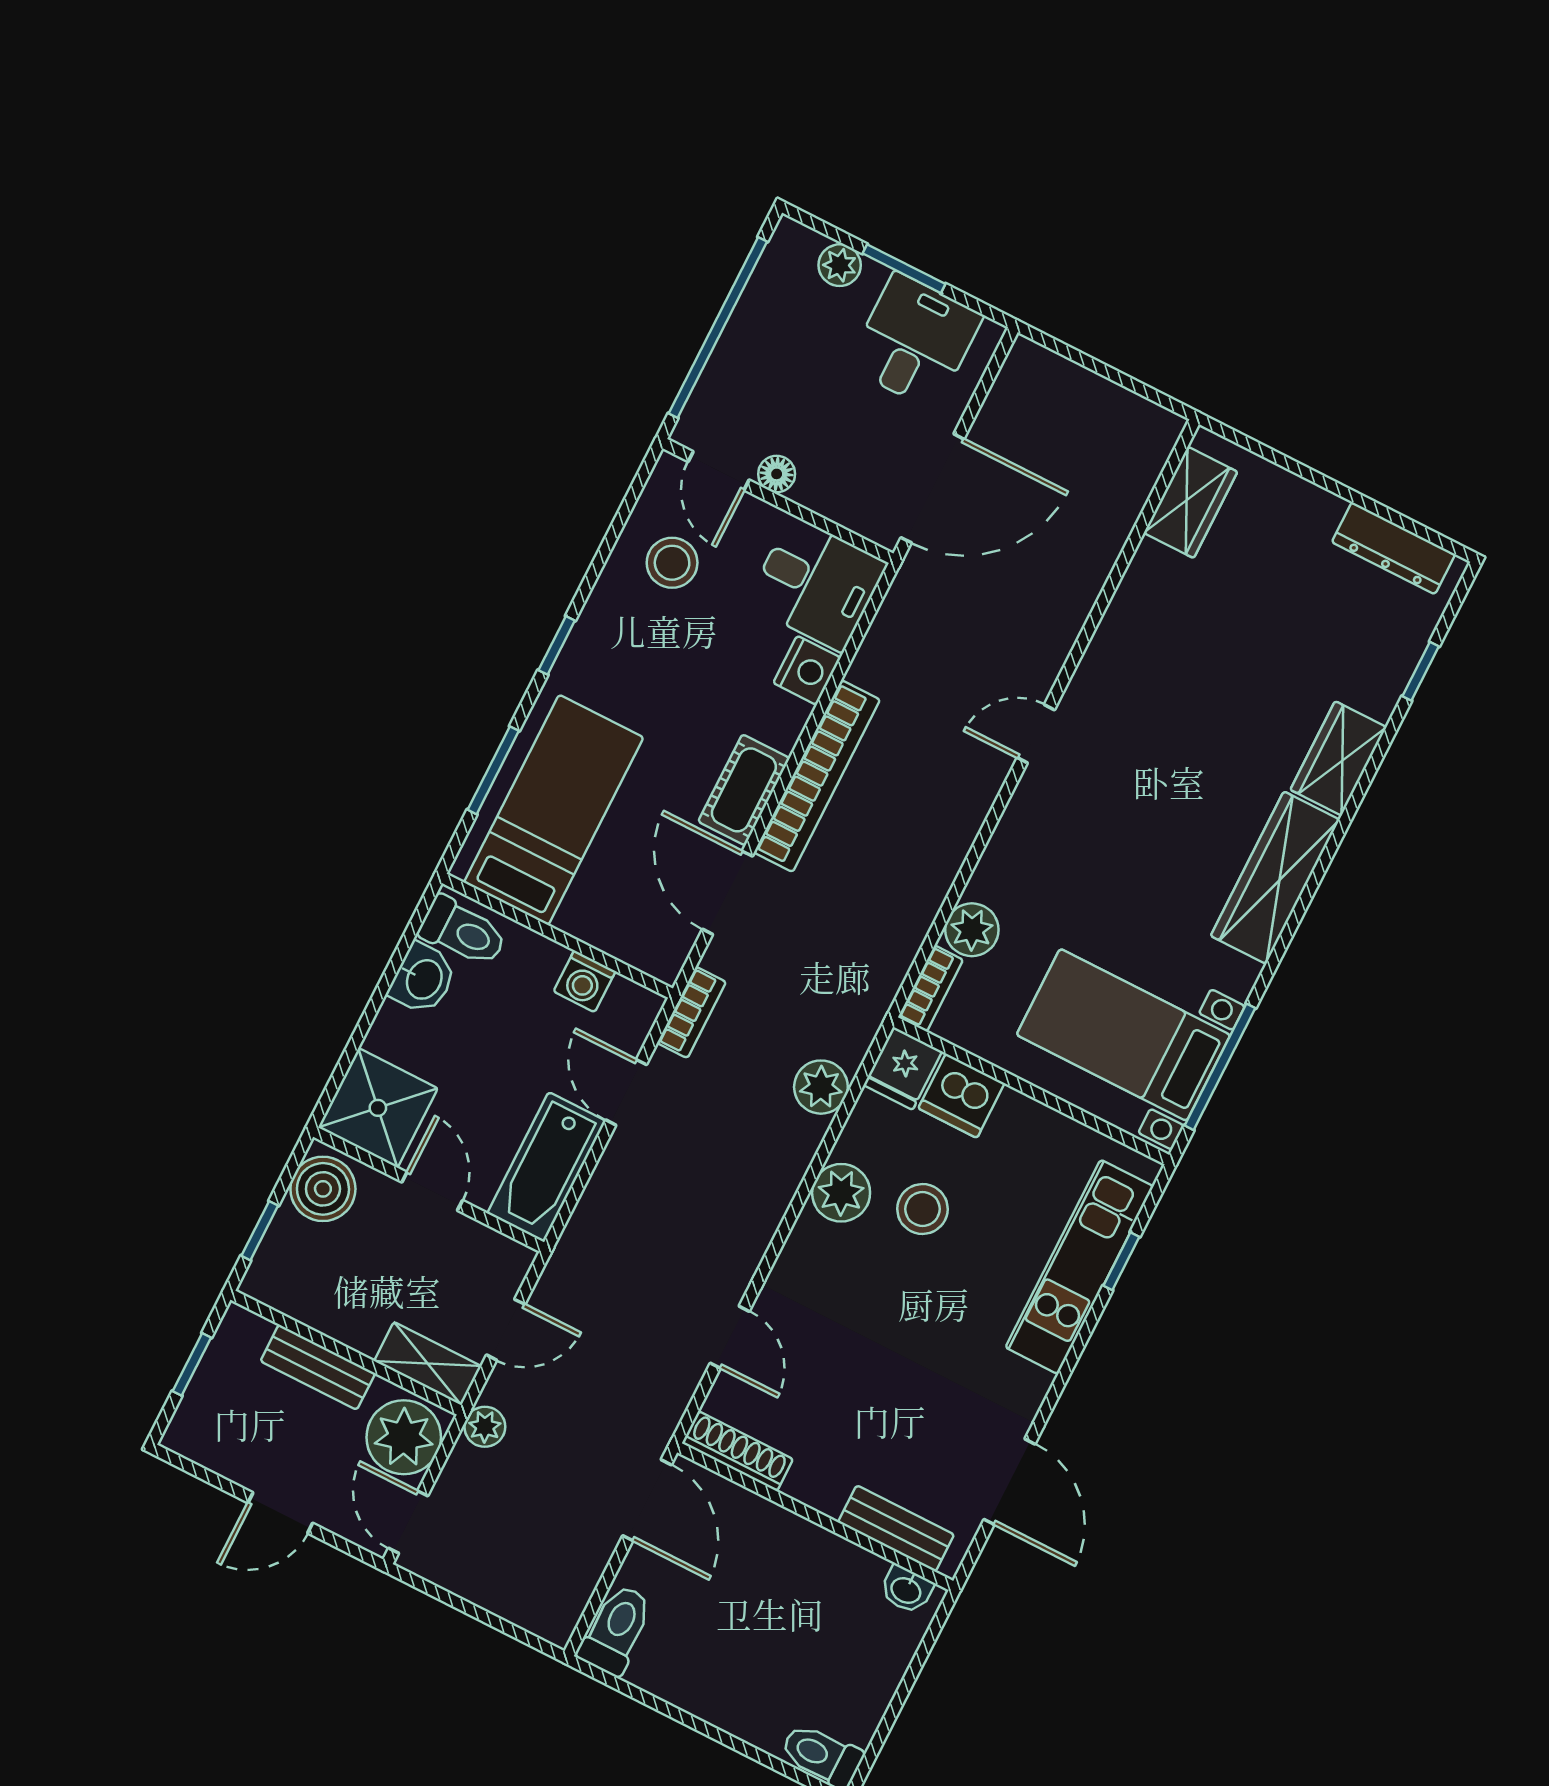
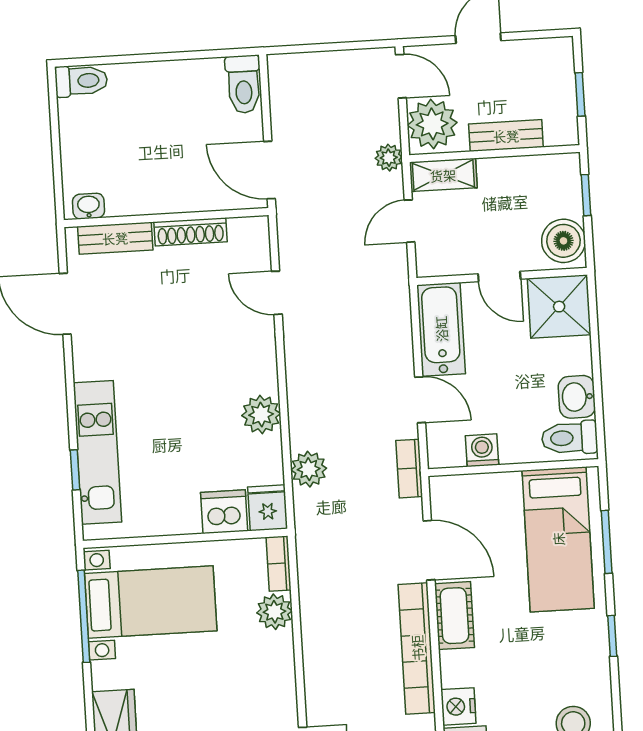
stool: (922, 1209) -> (208, 433), removed
shoe rack: (737, 1451) -> (191, 232), moved

